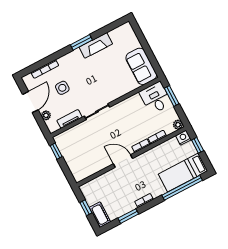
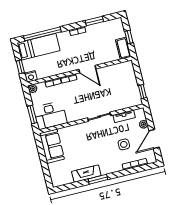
desk: (155, 98) -> (50, 115), width x1.37
cot: (100, 215) -> (123, 48), moved

